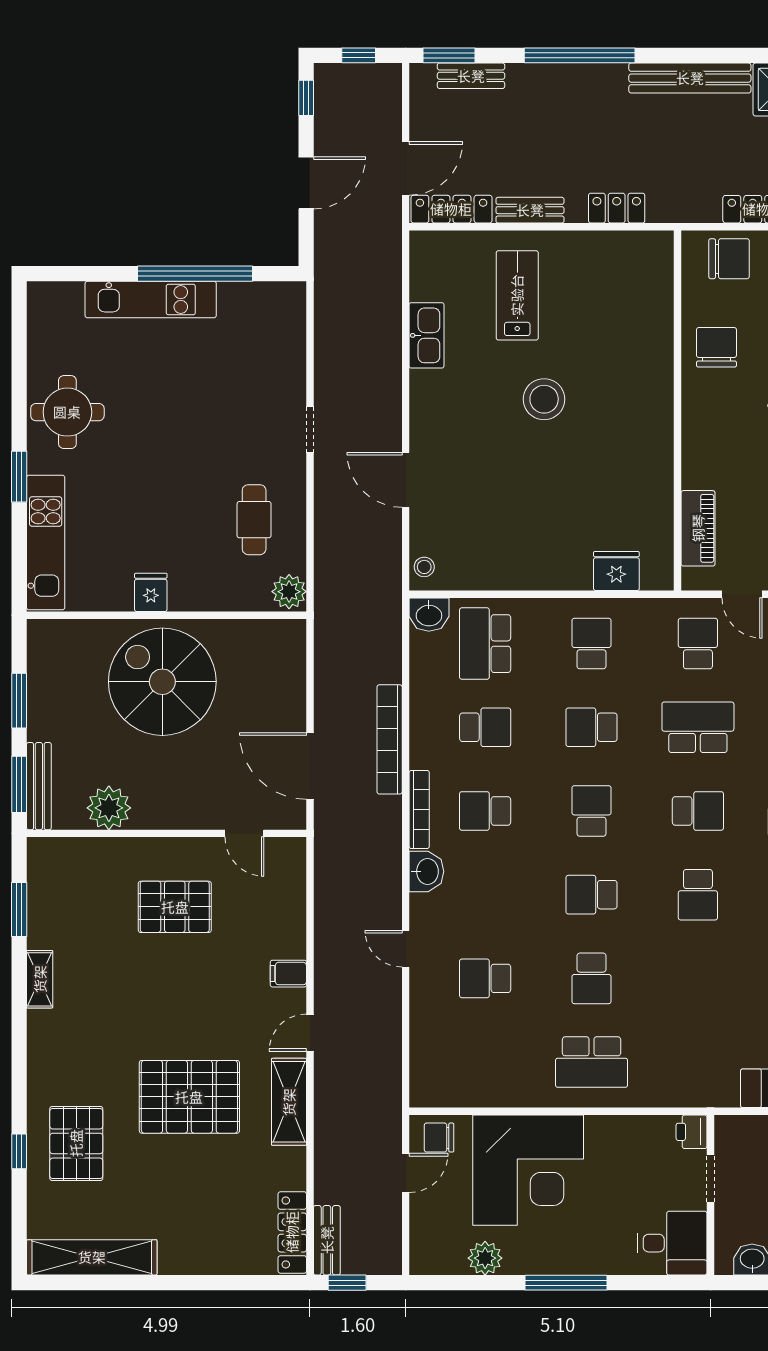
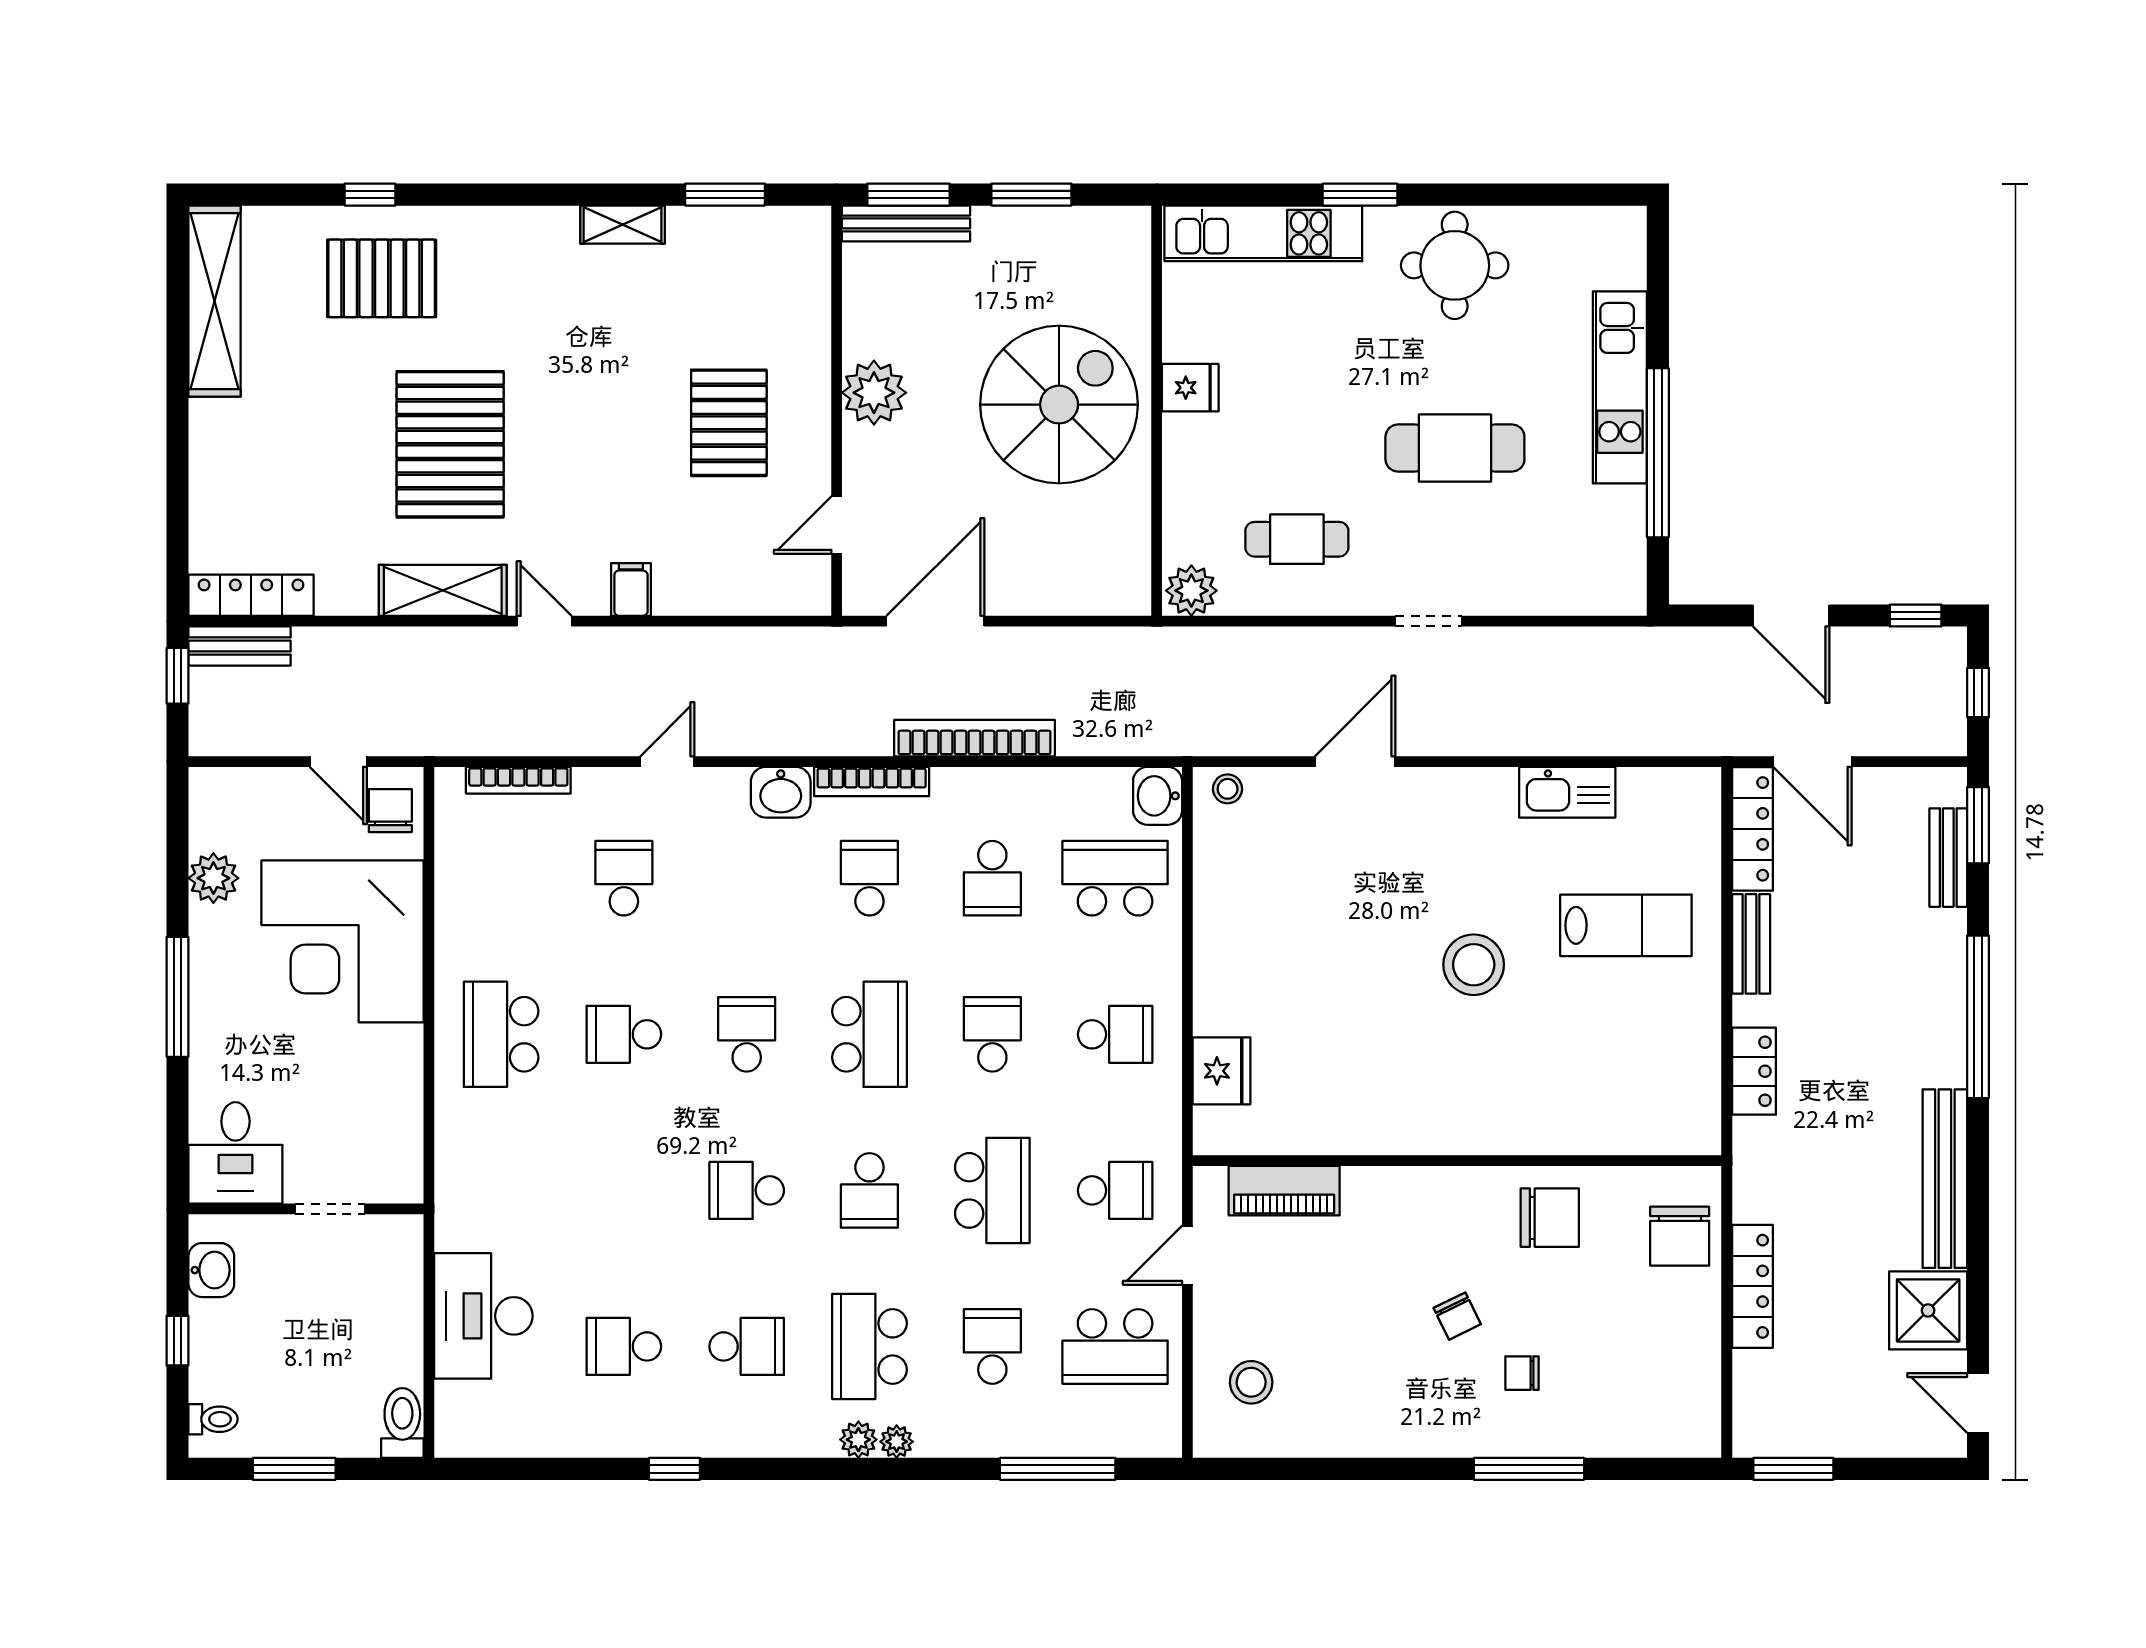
cafe table: (192, 412) -> (1455, 448), added
plant: (109, 808) -> (874, 393), moved
school desk: (592, 811) -> (869, 1034), width x1.85
bookcase: (418, 1050) -> (518, 780), added
printer: (692, 1132) -> (399, 1181), removed

